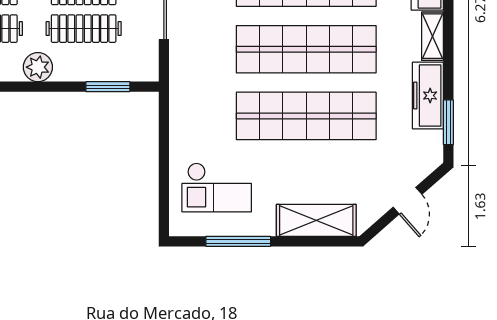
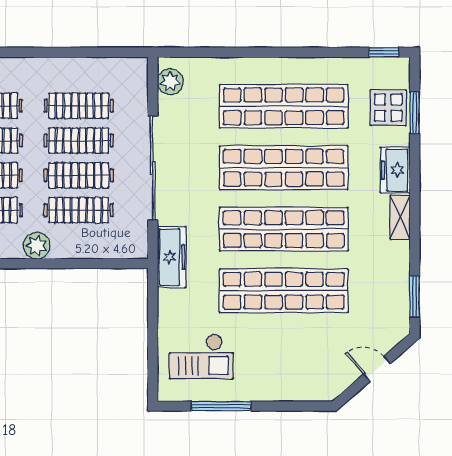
window: (108, 87) -> (101, 264), removed
freezer: (428, 96) -> (172, 257), moved, turned 180
door: (407, 201) -> (377, 369), swing flipped
shelving: (316, 220) -> (293, 387), removed

